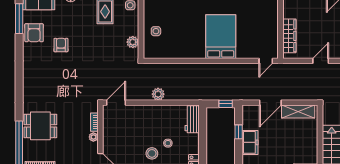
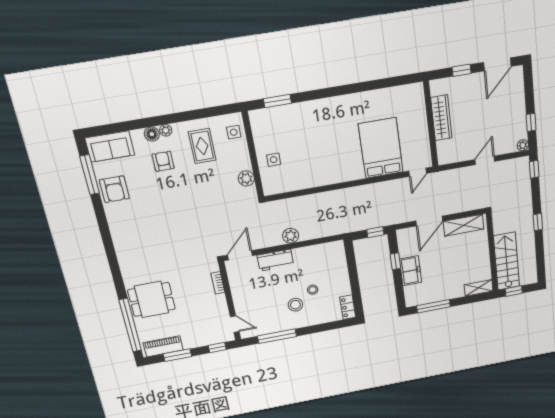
wardrobe: (289, 36) -> (441, 118), moved
bed: (221, 37) -> (381, 148), moved
armchair: (61, 45) -> (163, 161), moved
workbench: (192, 119) -> (275, 260), moved, turned -90
plant: (93, 137) -> (221, 300), removed

